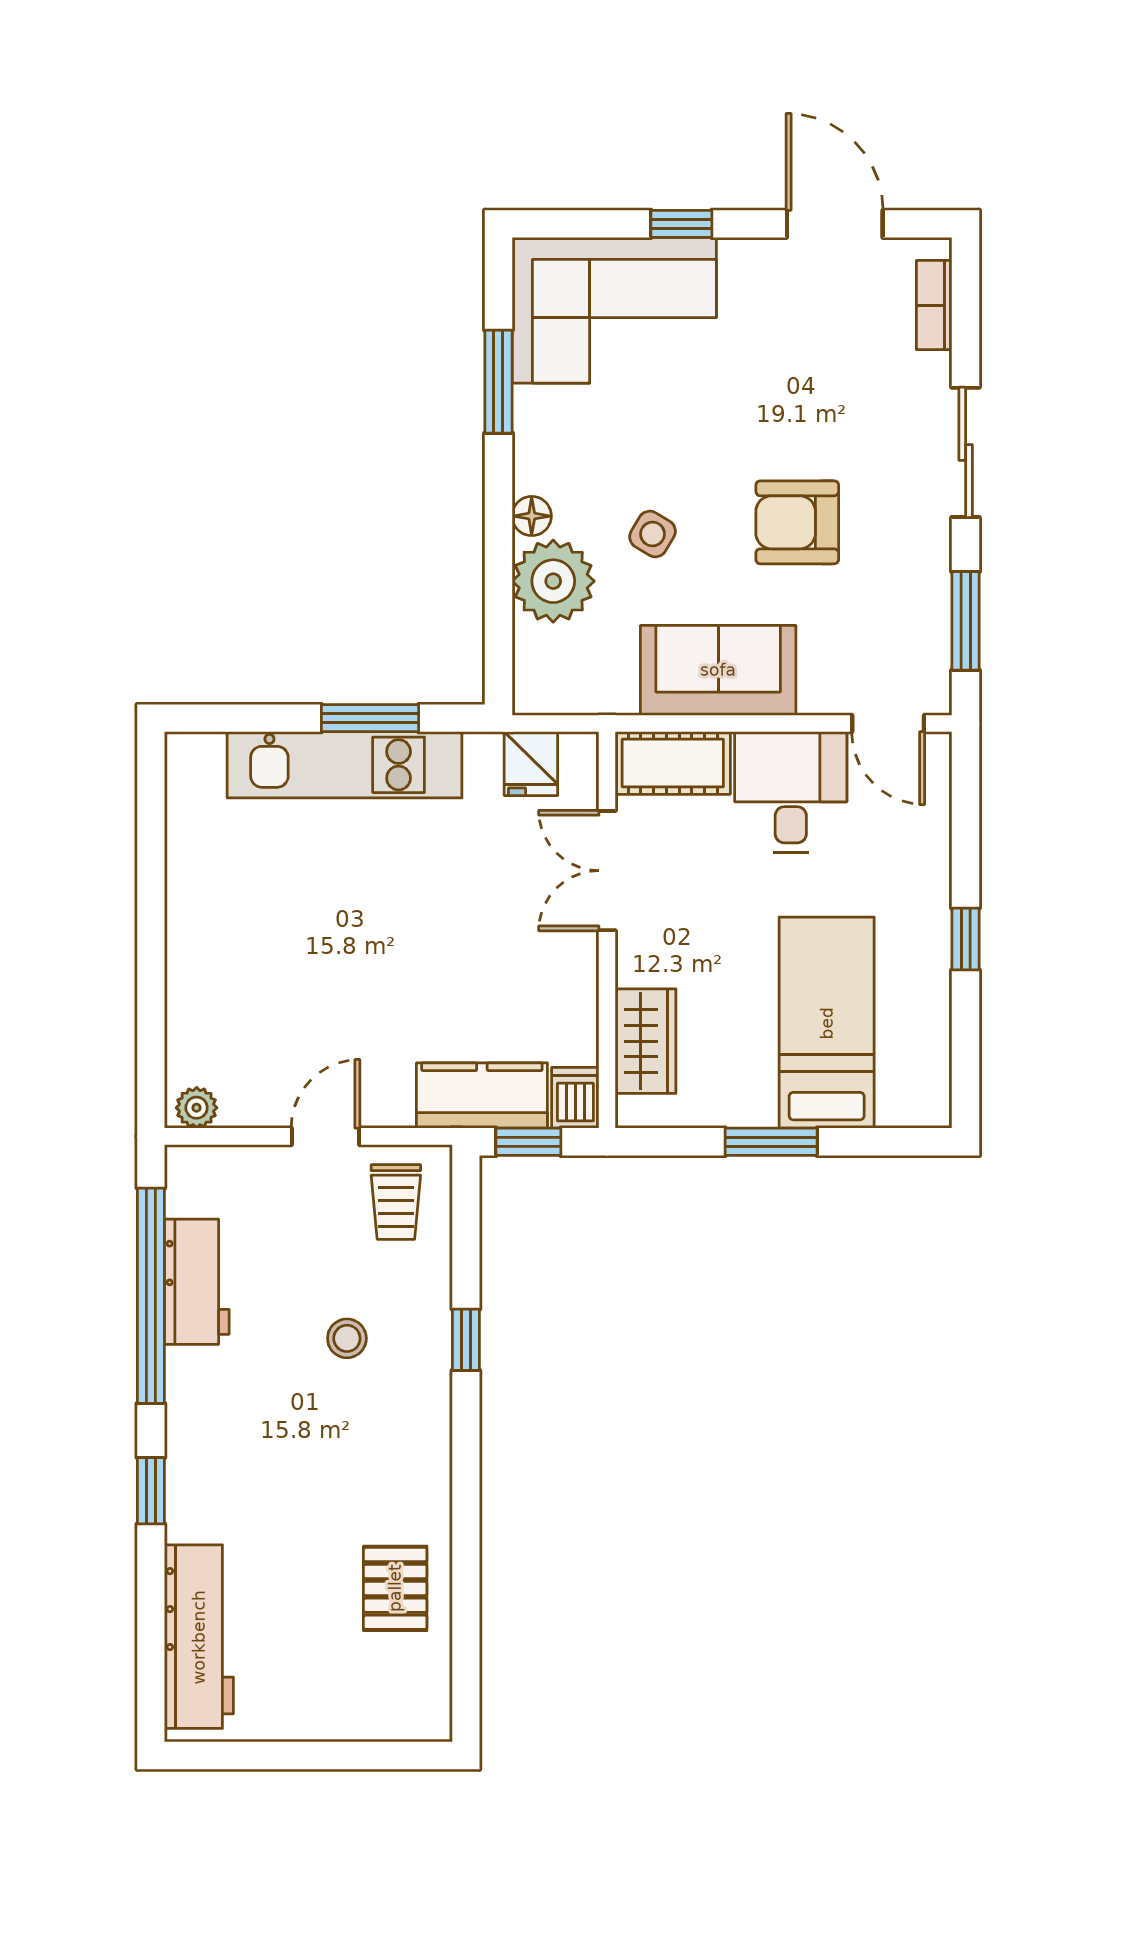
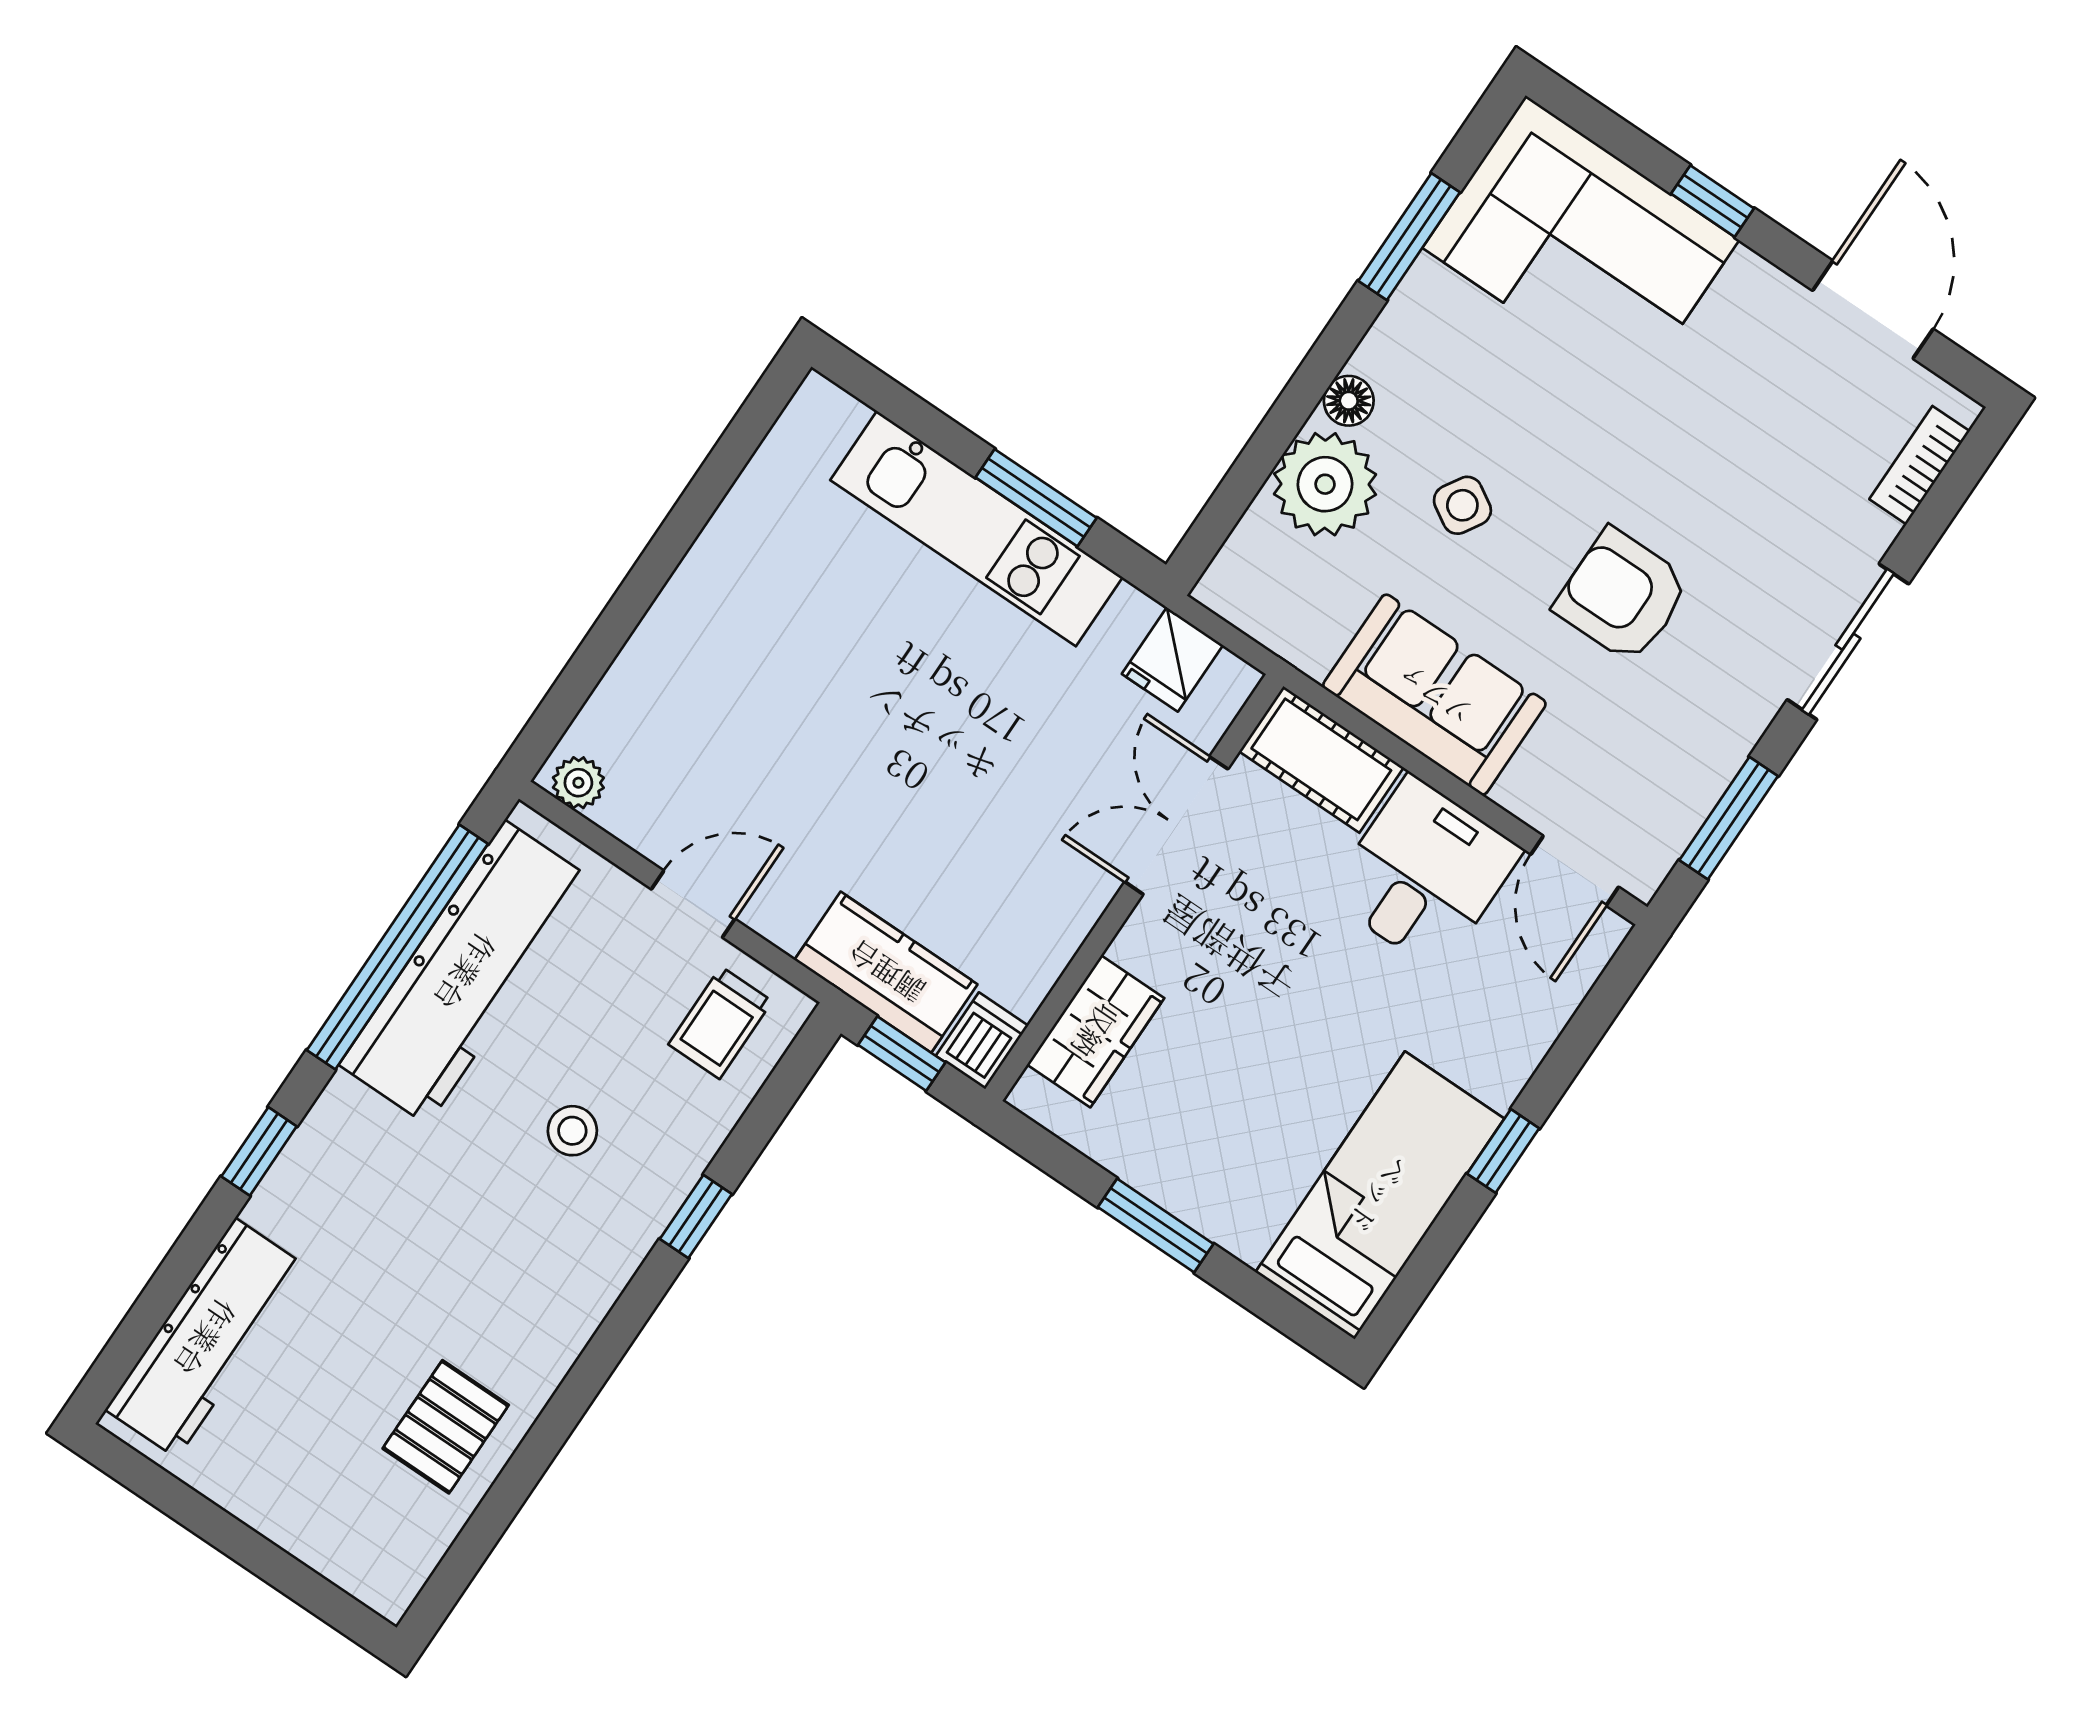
bed: (827, 1023) -> (1380, 1195), moved
workbench: (197, 1282) -> (466, 972), width x1.88, depth x1.32

